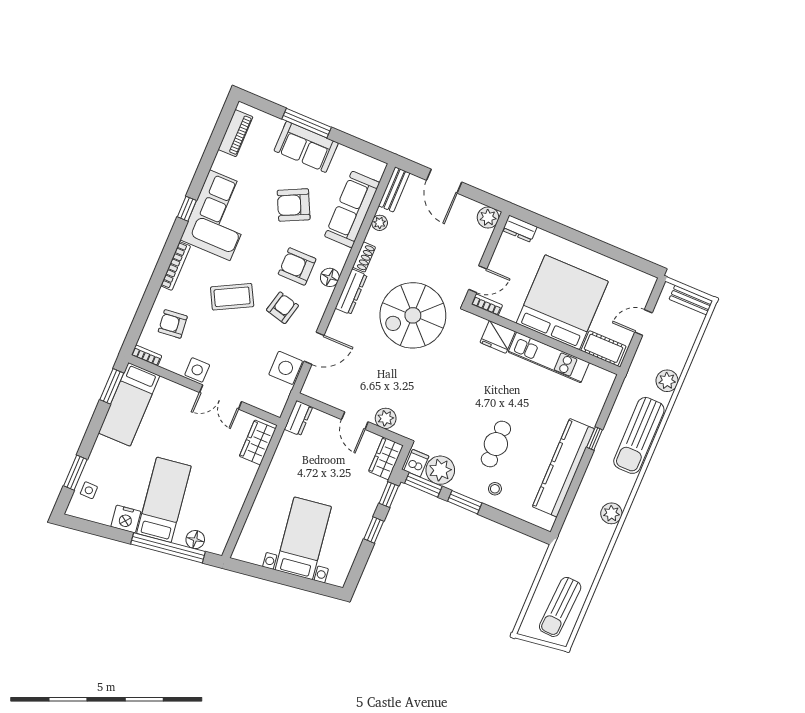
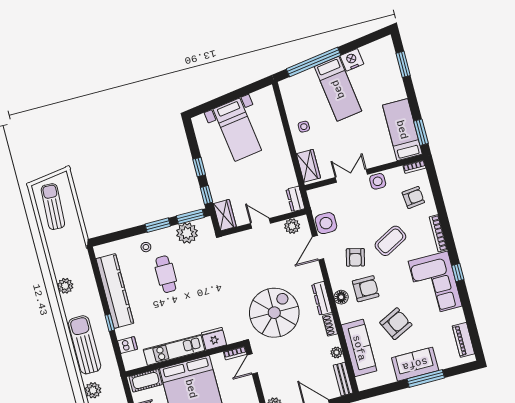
plant: (386, 418) -> (292, 226), moved
dishwasher: (416, 463) -> (127, 345), moved, turned -90
side table: (89, 490) -> (304, 127), moved
floor lamp: (195, 540) -> (301, 79), removed

